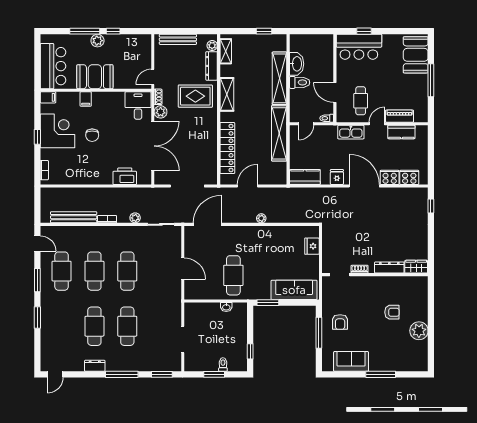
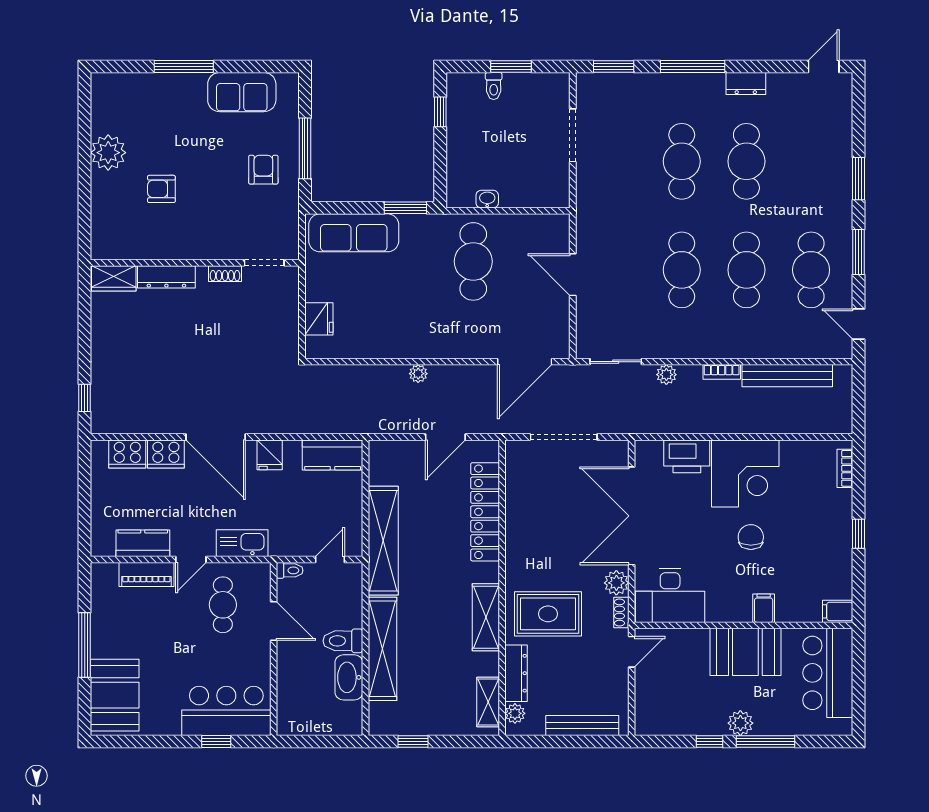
desk: (138, 105) -> (670, 595), width x1.37
corner desk: (58, 131) -> (745, 473), moved, turned -90

